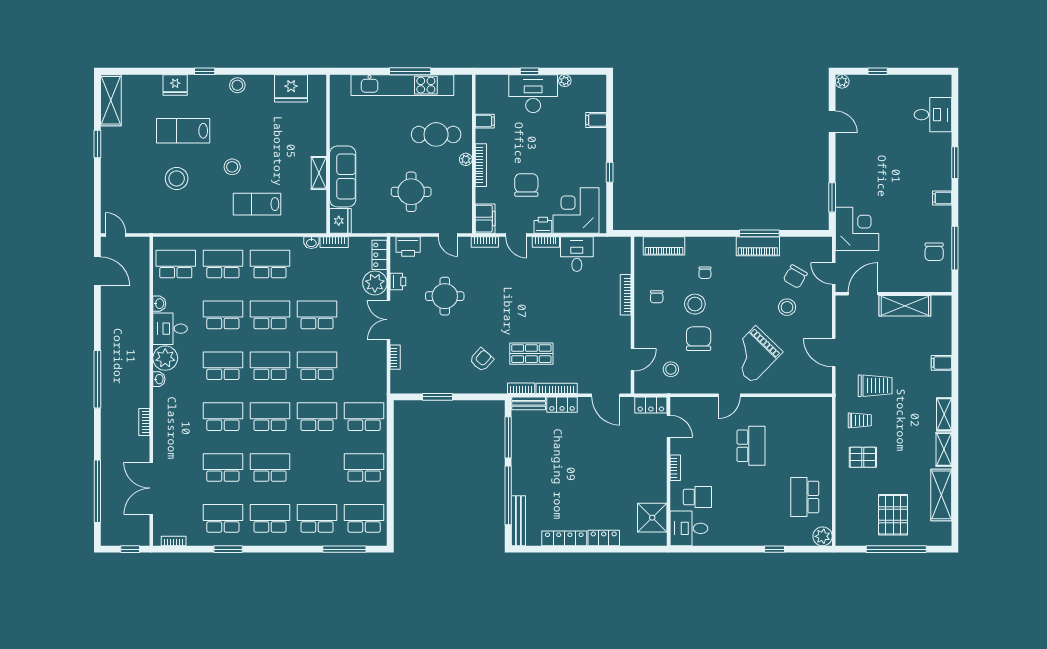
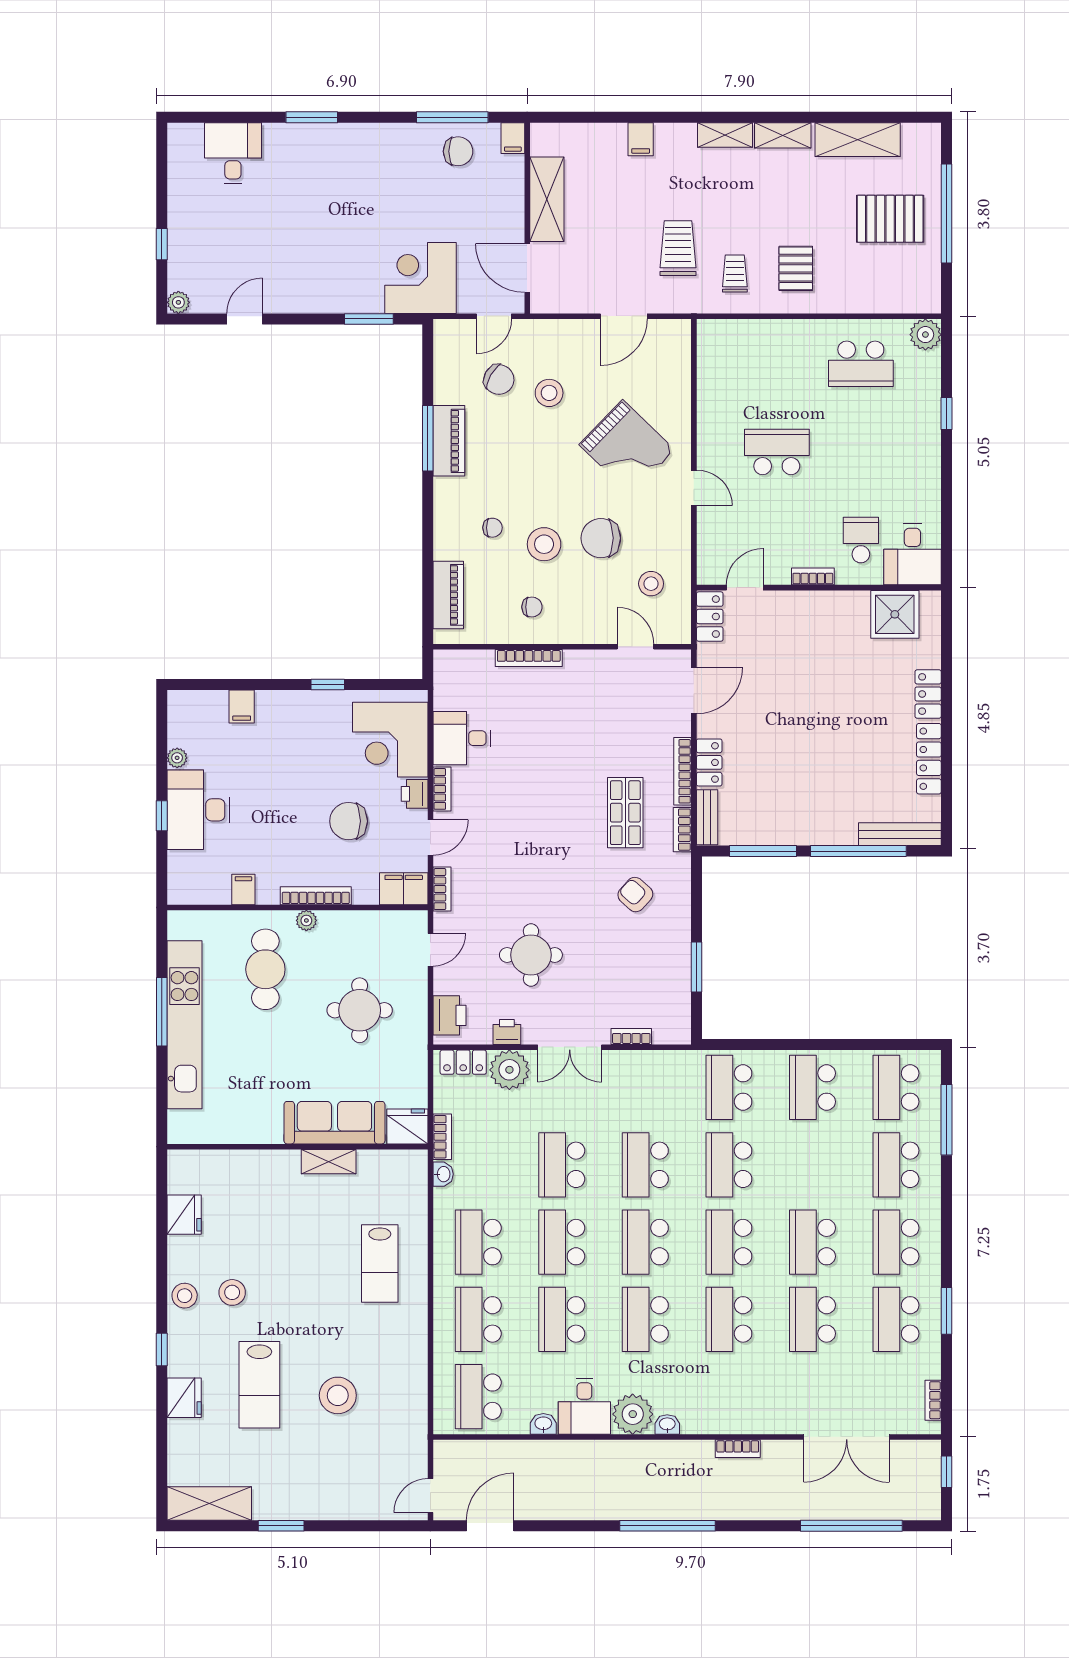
fridge: (291, 88) -> (184, 1215), width x0.73, depth x0.75
stool: (232, 167) -> (232, 1292), moved
filing cabinet: (942, 198) -> (513, 138), moved

